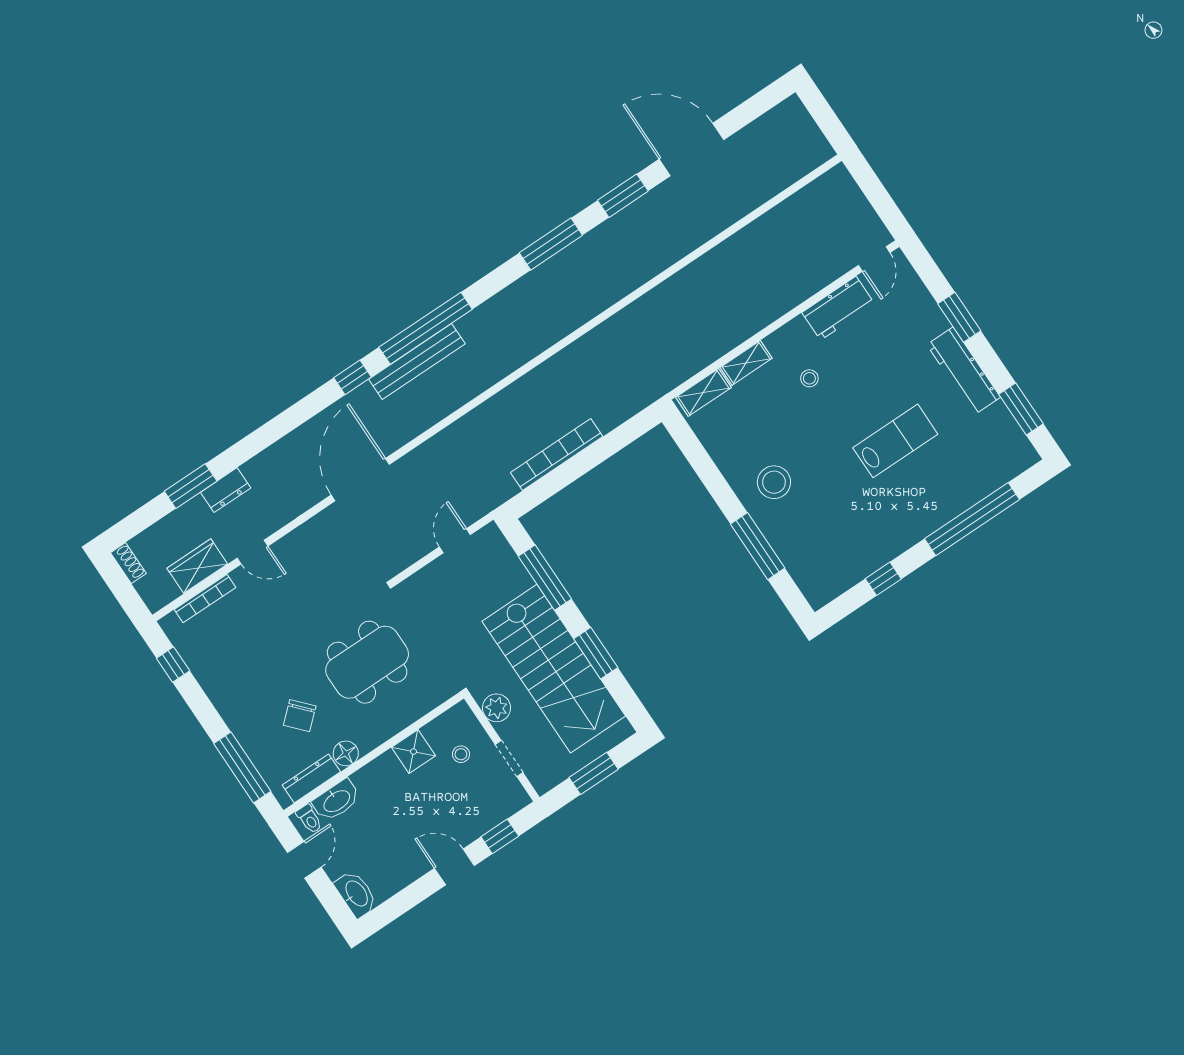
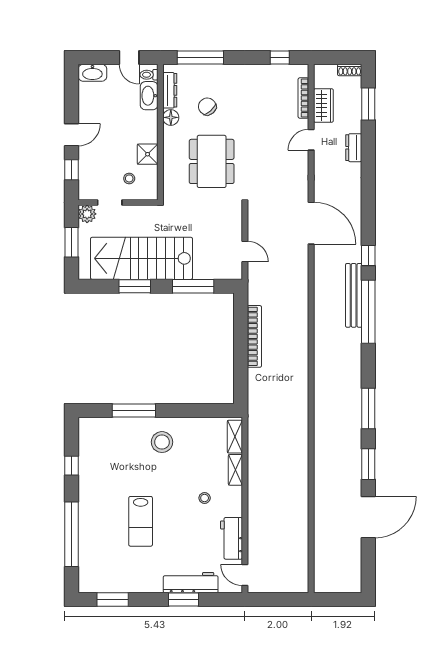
workbench: (964, 371) -> (191, 583), moved
window: (191, 486) -> (368, 104), moved
plant: (497, 708) -> (87, 214), moved

